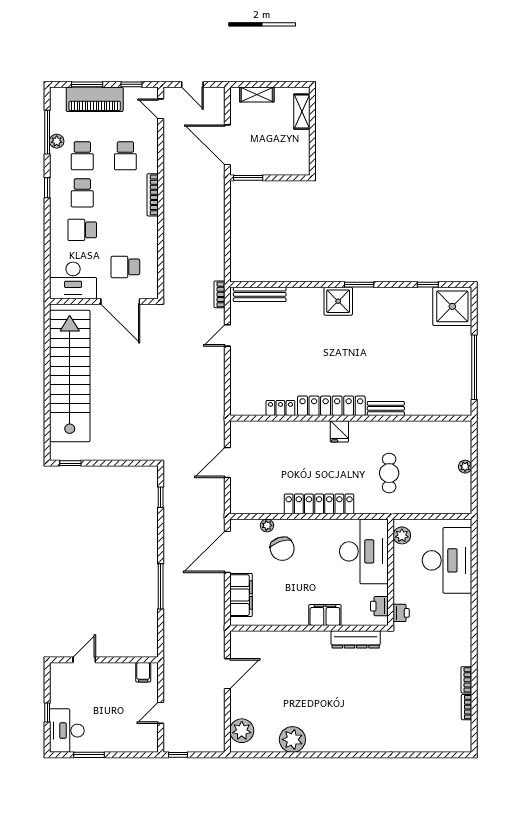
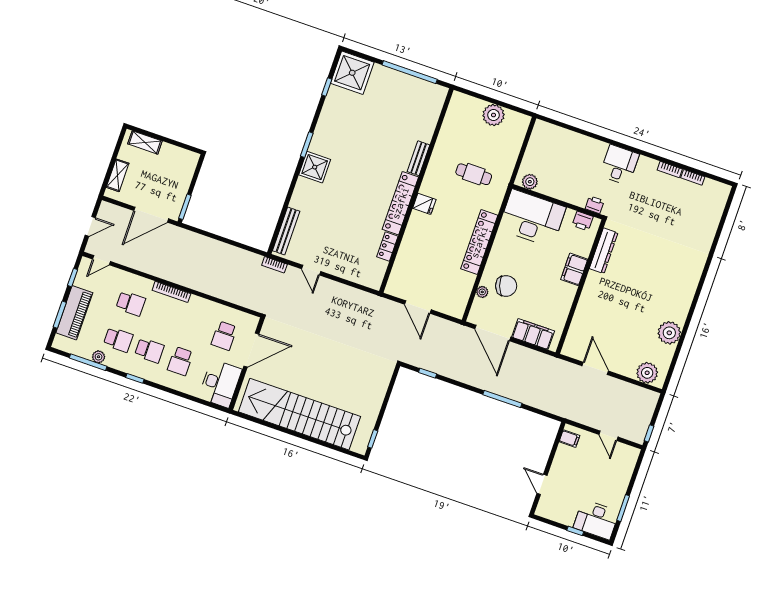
plant: (465, 467) -> (494, 115), width x1.88, depth x1.88
desk: (447, 560) -> (619, 165), moved, width x0.53, depth x0.77

